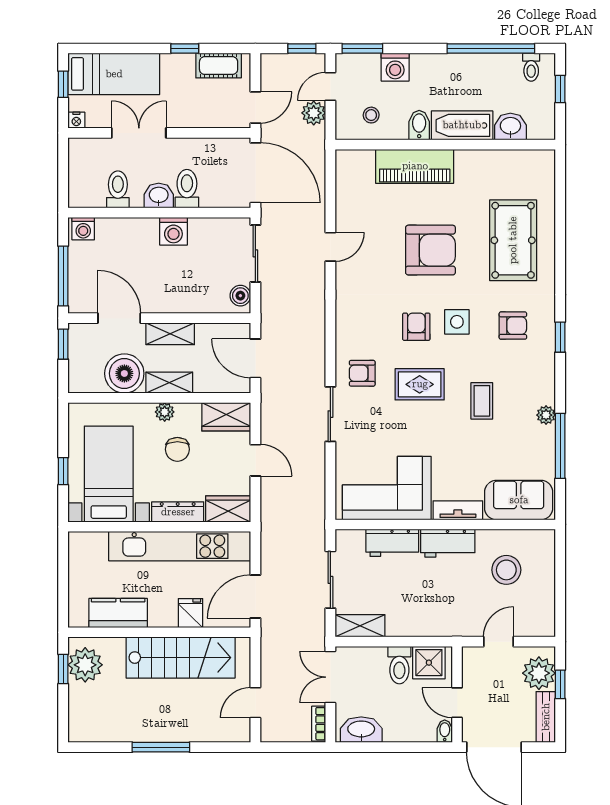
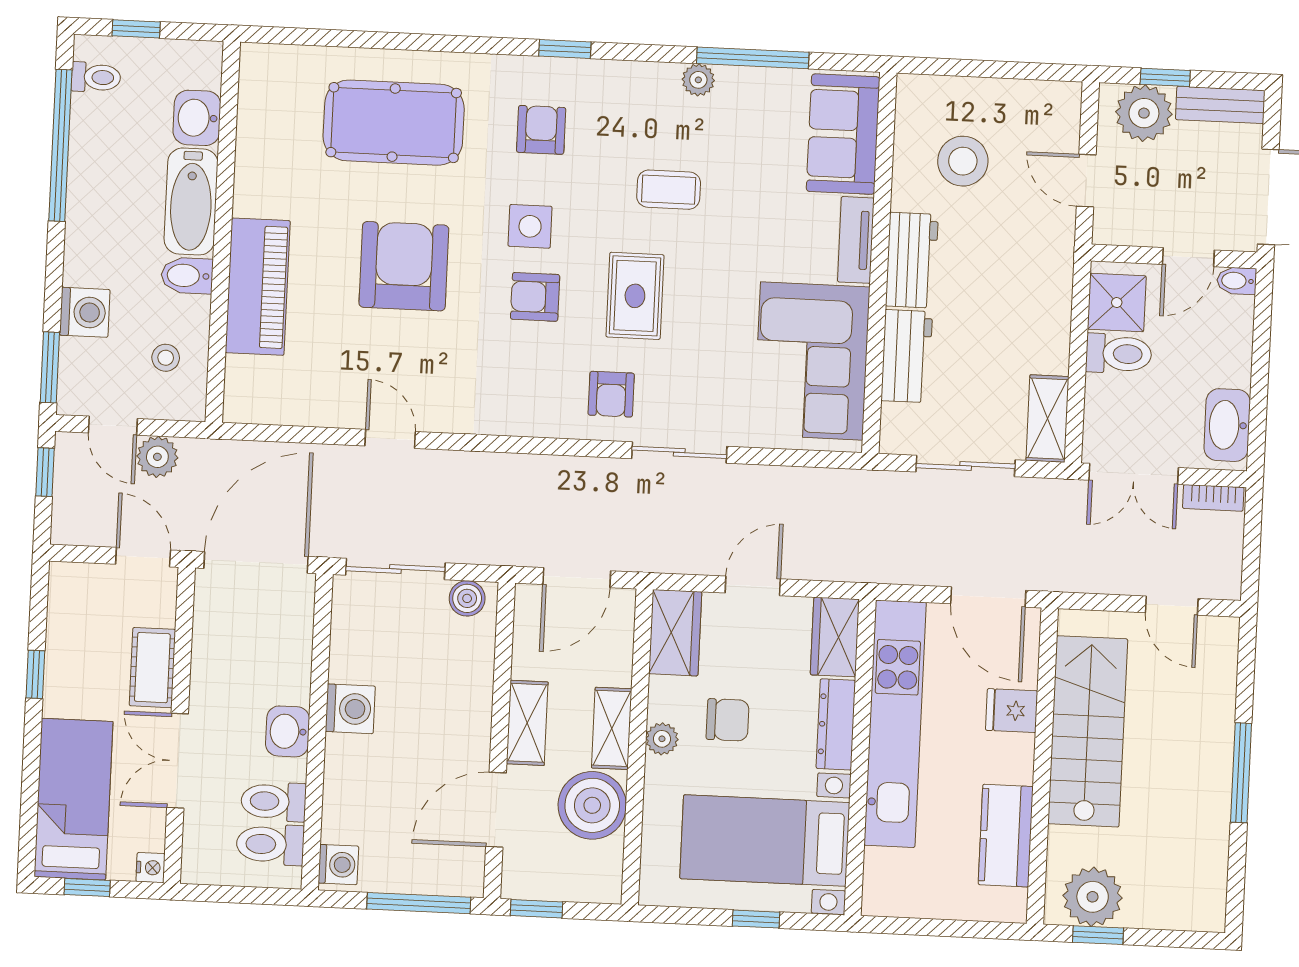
cot: (219, 66) -> (152, 668), moved
toilet: (187, 189) -> (270, 844), moved

